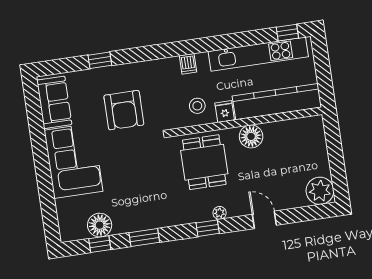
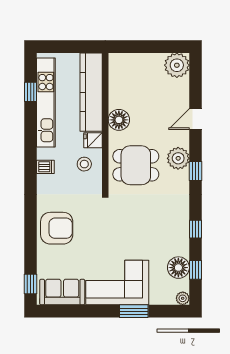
window: (287, 33) -> (31, 92), moved
window: (100, 60) -> (31, 284), moved
armchair: (124, 110) -> (57, 228), moved
window: (45, 183) -> (134, 311), added
plant: (220, 213) -> (178, 158), width x1.88, depth x1.88
plant: (67, 235) -> (183, 298), added
window: (144, 238) -> (195, 229), width x0.67

